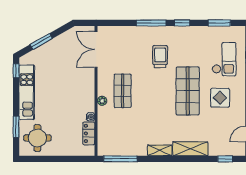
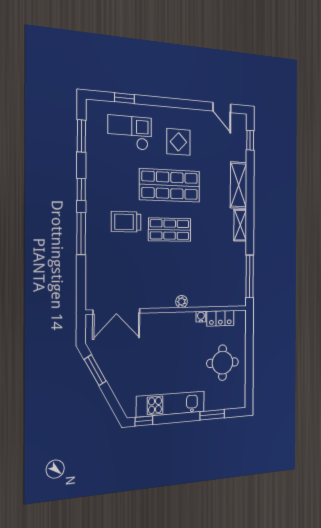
window: (41, 41) -> (95, 370), moved
shop shelf: (123, 91) -> (170, 230), moved
round table: (37, 138) -> (223, 363), moved

